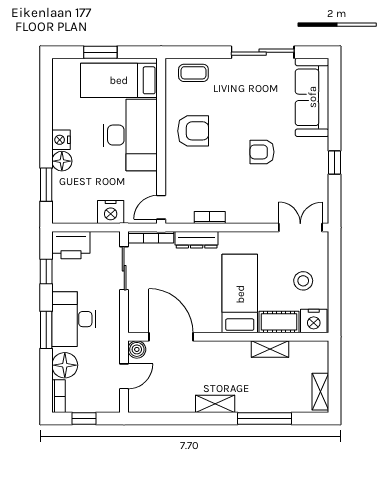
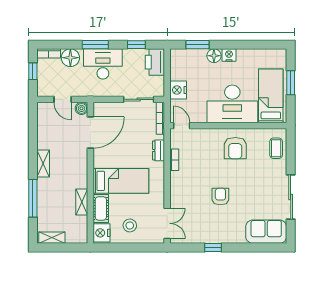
sofa: (312, 97) -> (266, 232), width x0.73
dresser: (197, 240) -> (159, 150), width x0.70

